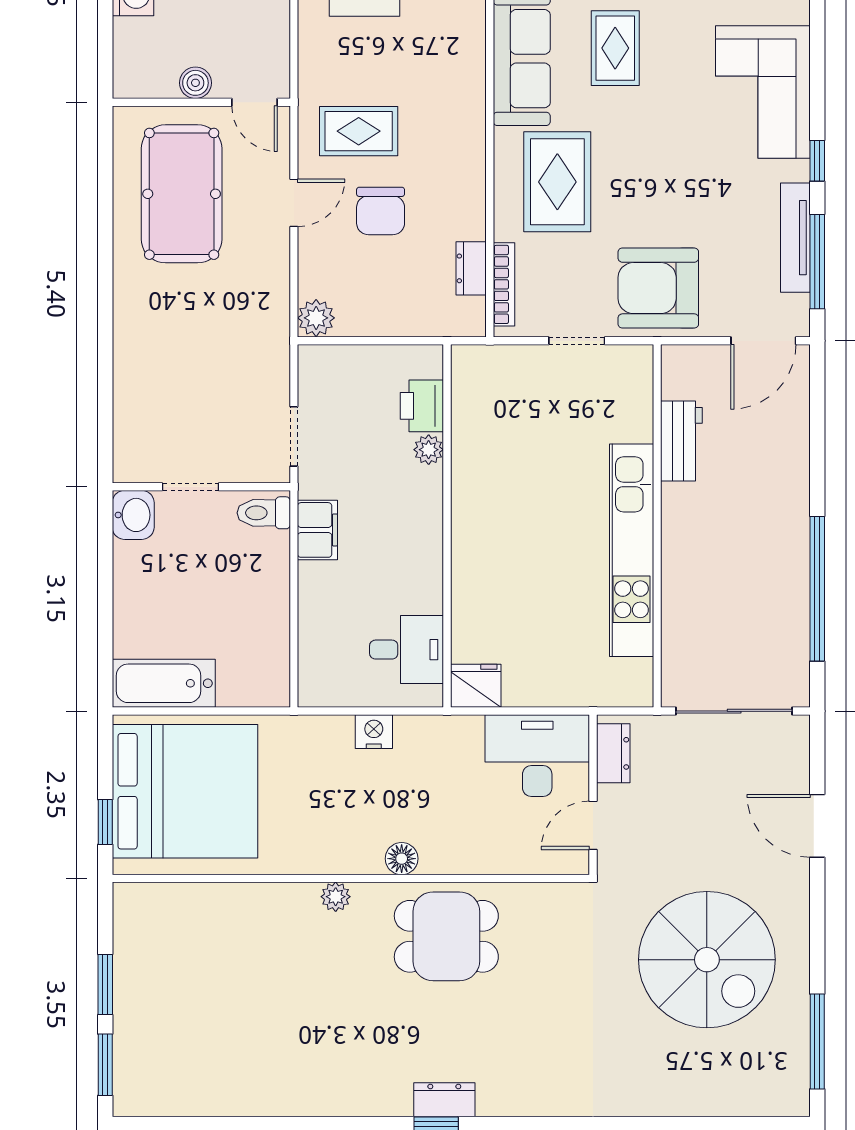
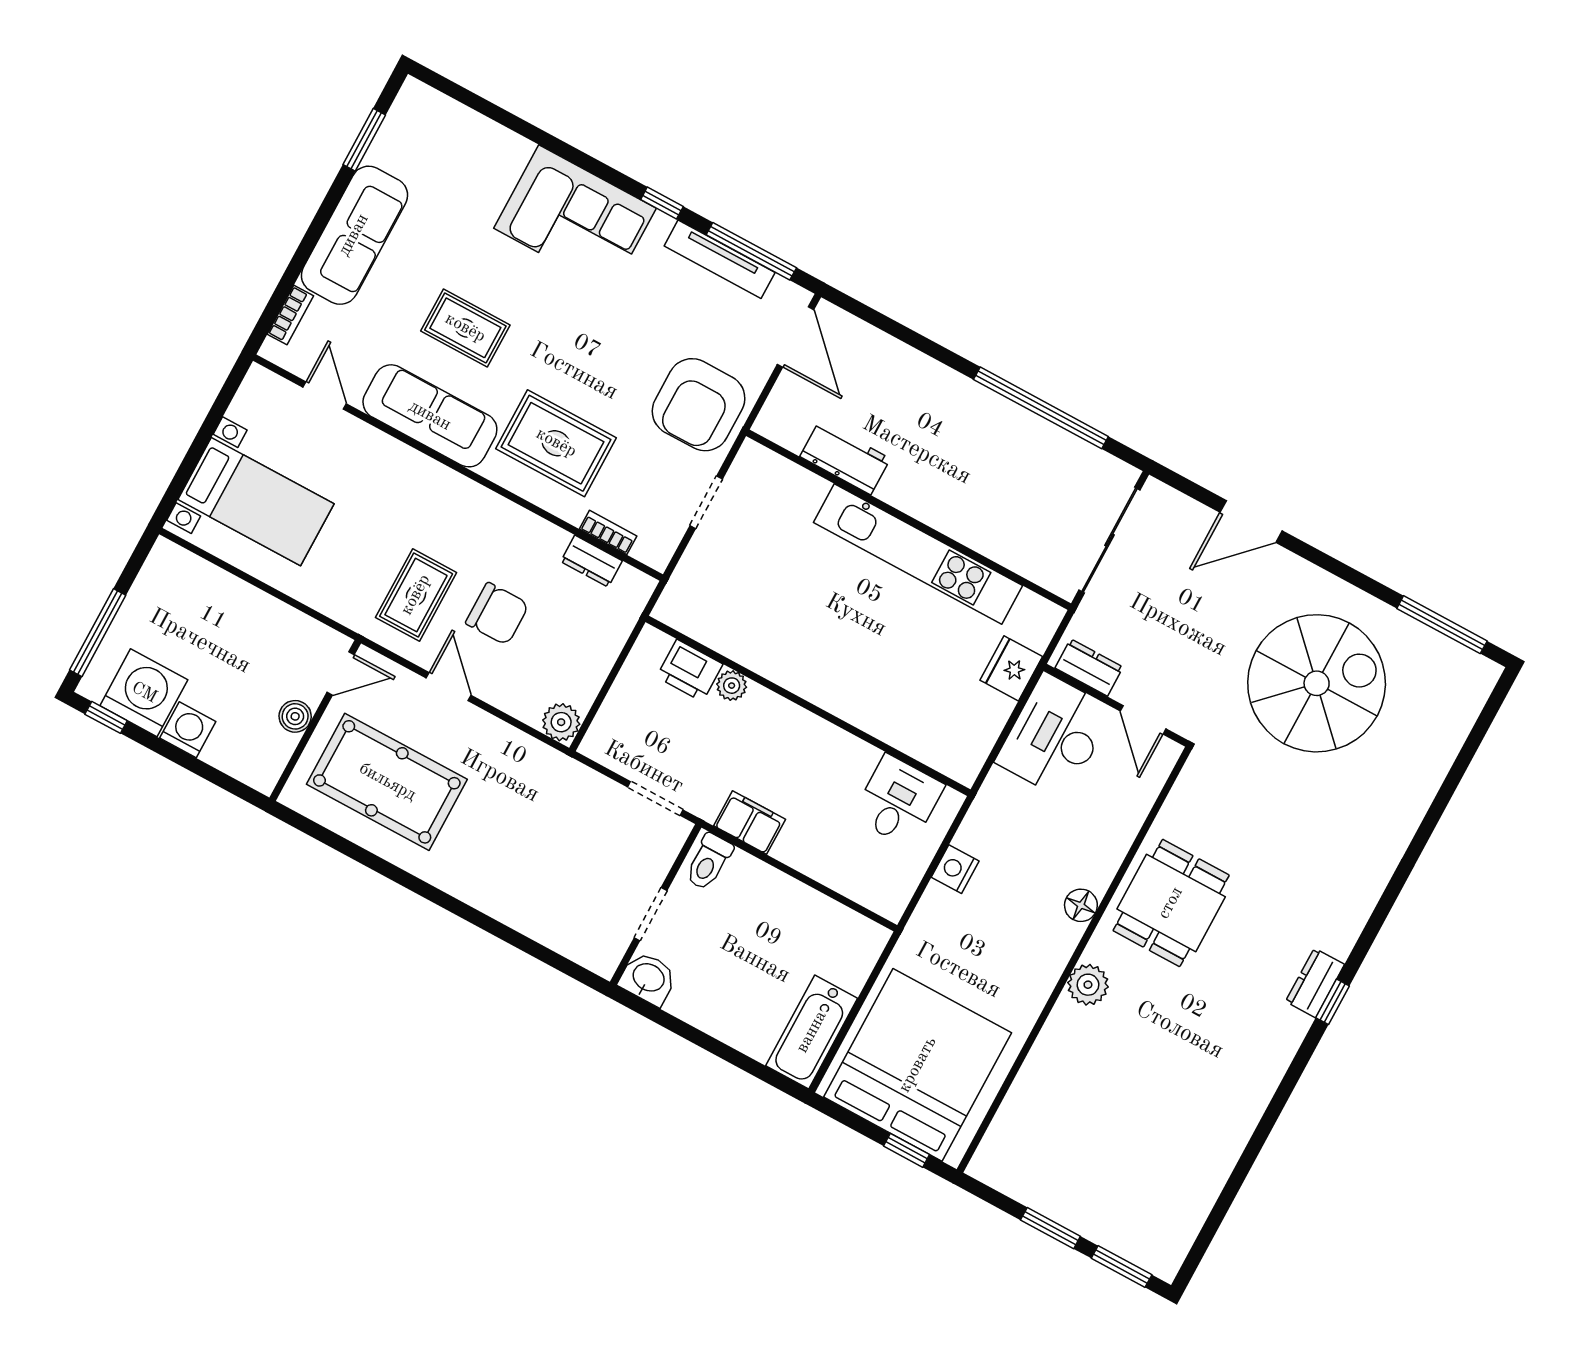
bookcase: (504, 284) -> (608, 532), width x0.64
fridge: (476, 686) -> (1011, 668), moved
plant: (336, 897) -> (1088, 985), width x1.38, depth x1.38

